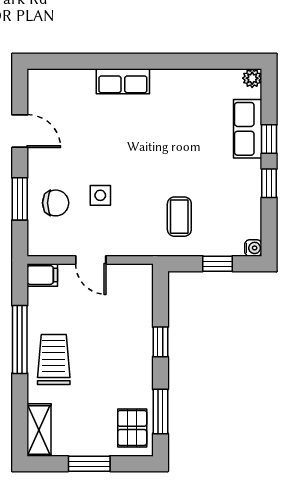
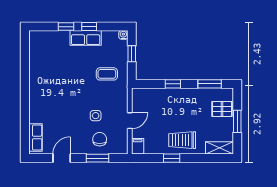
plant: (252, 78) -> (34, 35), removed
row of seats: (123, 81) -> (35, 137), moved
row of seats: (248, 129) -> (86, 38), moved
window: (20, 339) -> (172, 158), width x0.46
pallet: (132, 428) -> (222, 109), moved

